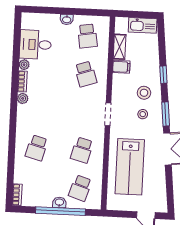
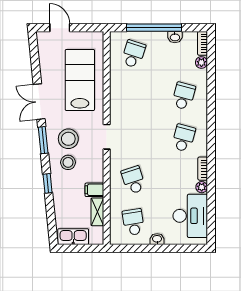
desk: (35, 45) -> (190, 216), width x1.37
plant: (23, 98) -> (201, 62), moved
stool: (143, 114) -> (68, 139), width x1.89, depth x1.89
school desk: (82, 150) -> (184, 138), moved
washbasin: (59, 202) -> (175, 37), moved

